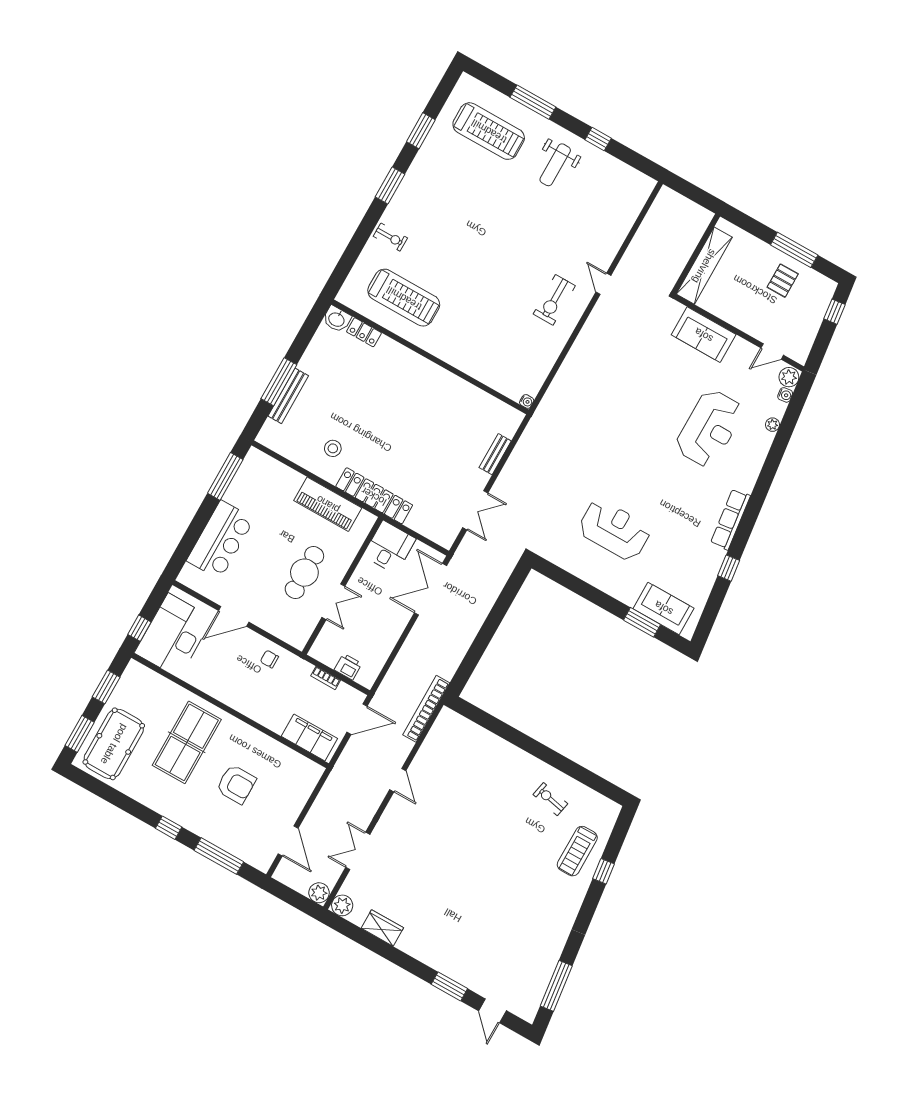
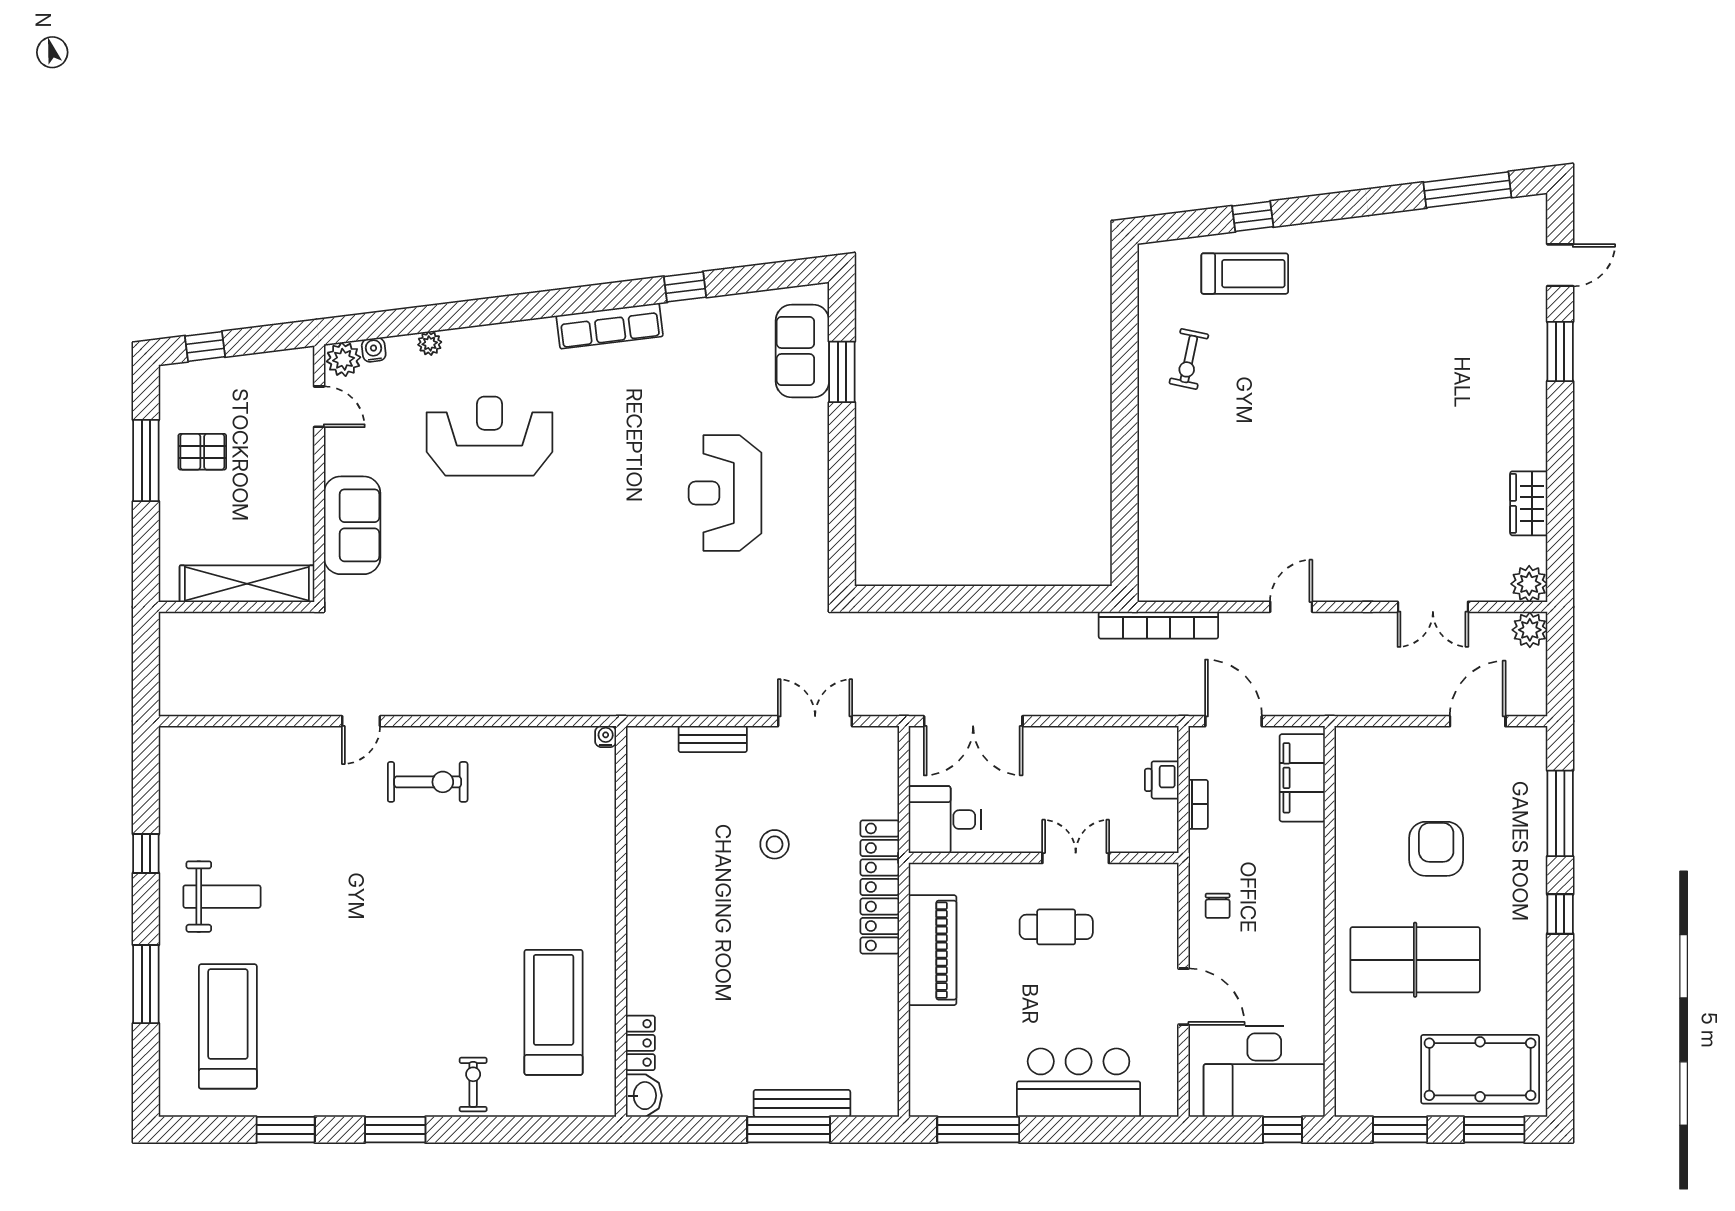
stool: (333, 448) -> (775, 844), moved
cafe table: (304, 573) -> (1056, 927), width x0.73, depth x0.74

